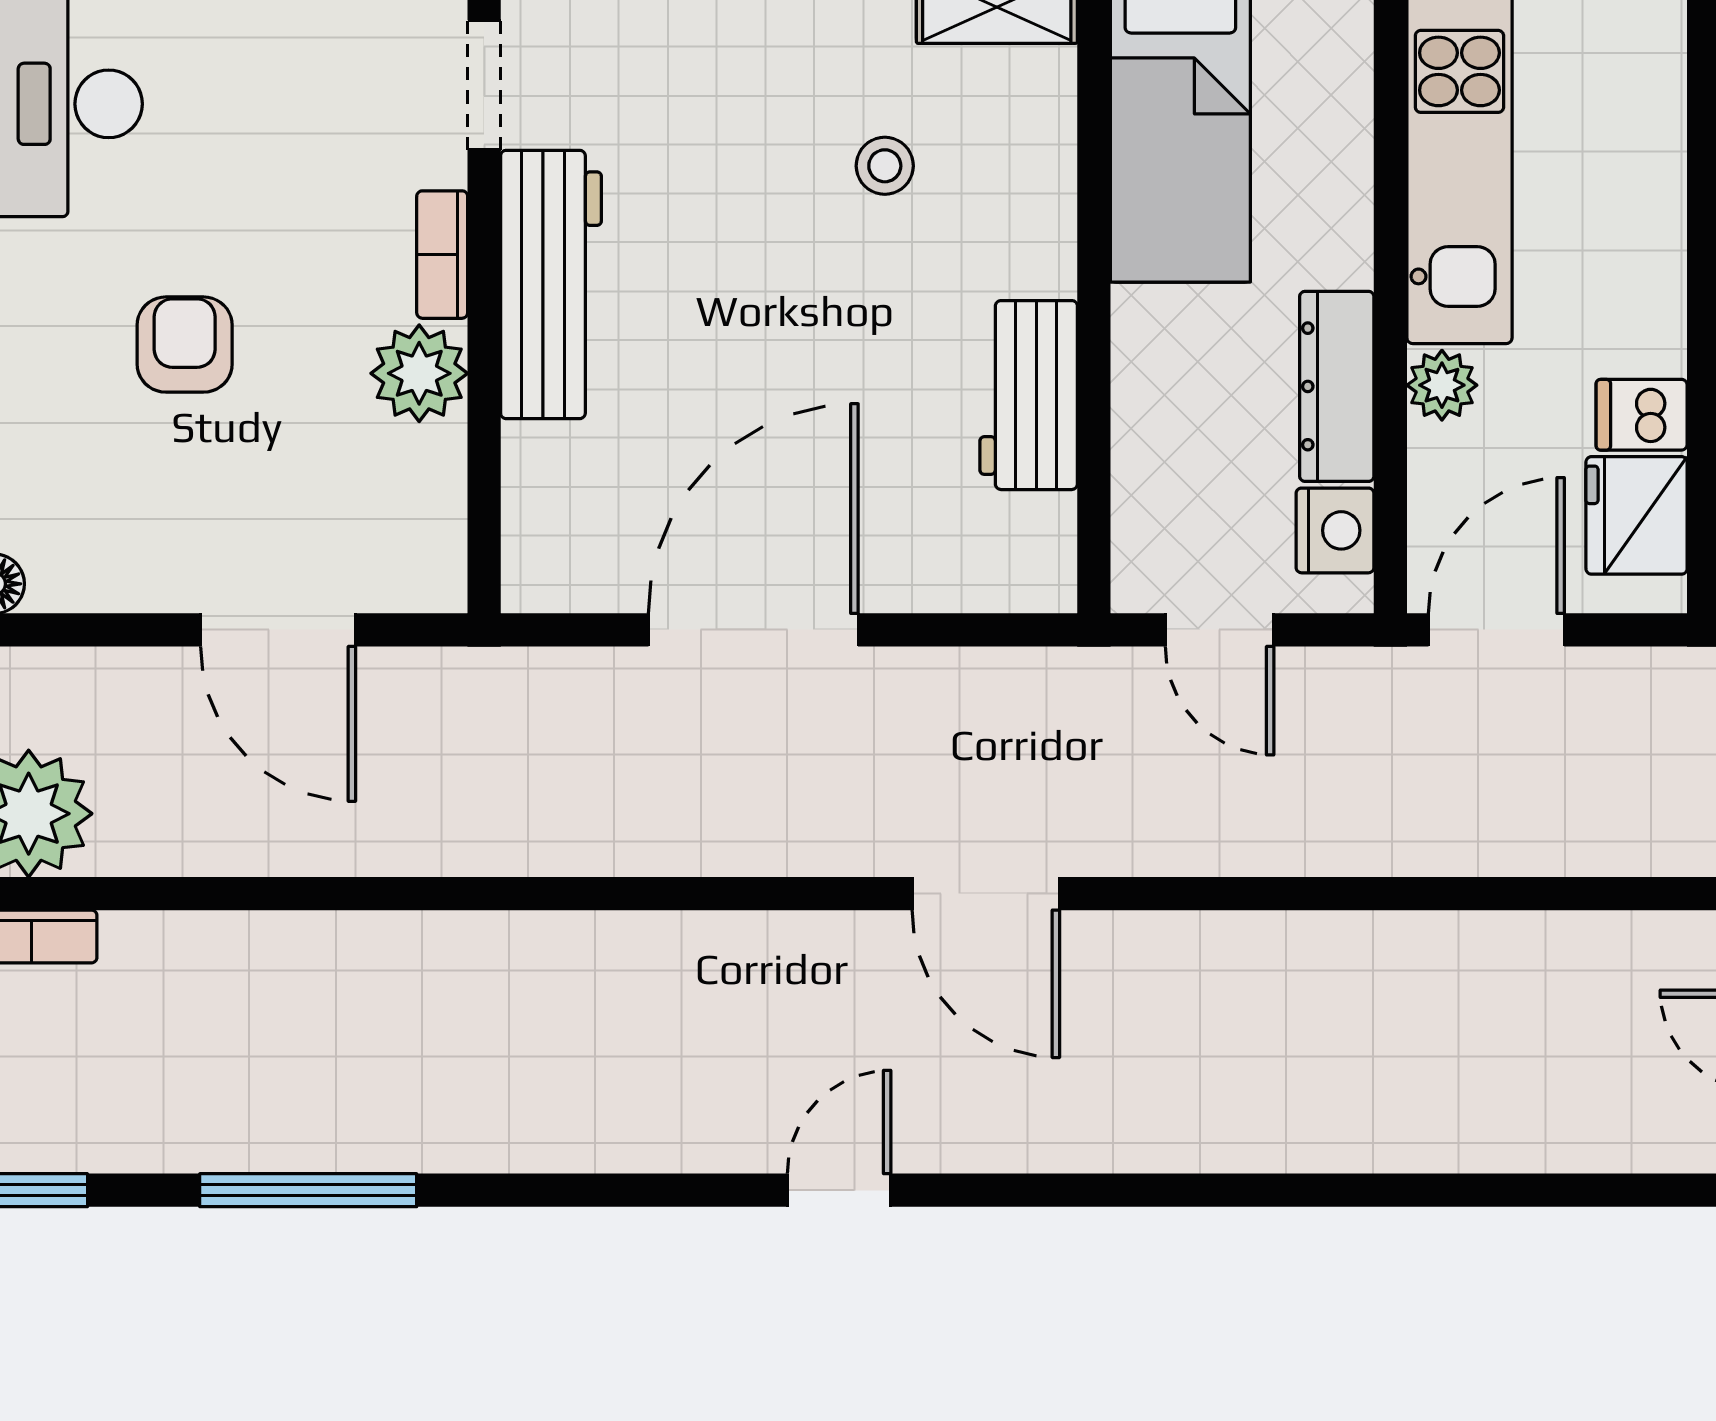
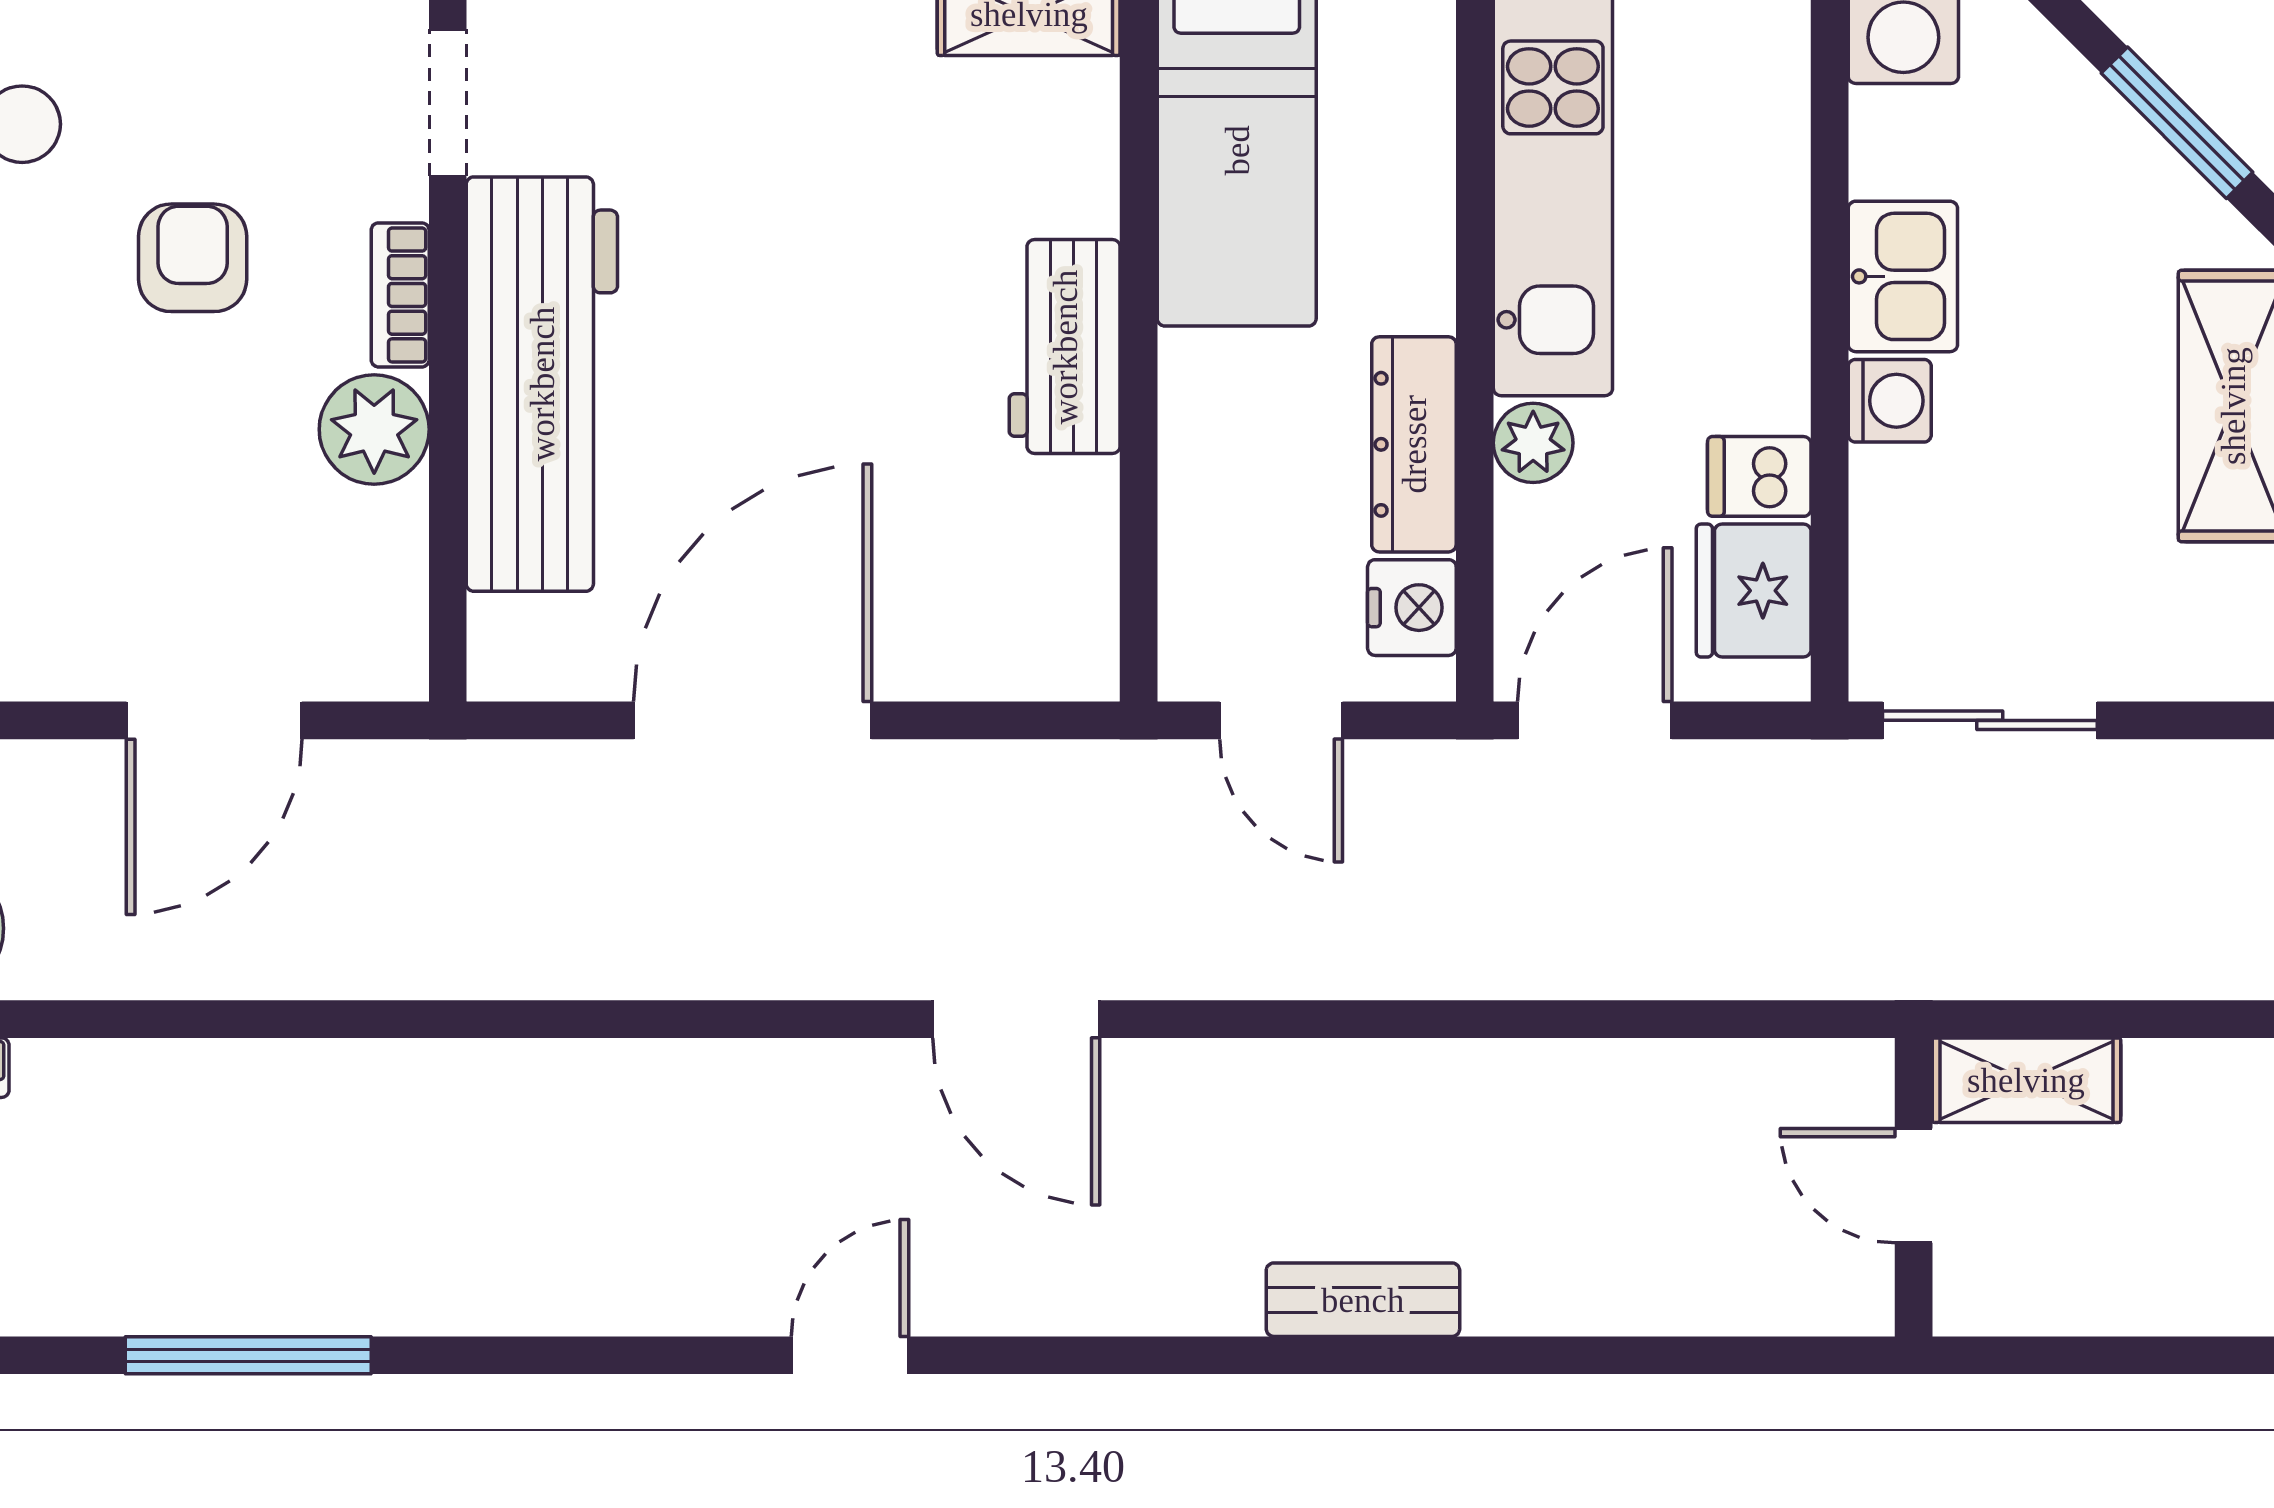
stool: (885, 166) -> (902, 194), removed
workbench: (551, 284) -> (542, 384), width x1.36, depth x1.32
armchair: (185, 345) -> (193, 258), moved
workbench: (1029, 395) -> (1065, 347), moved
door: (278, 630) -> (214, 720), hinge flipped
bench: (1292, 1141) -> (1363, 1300), added

